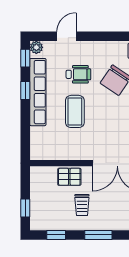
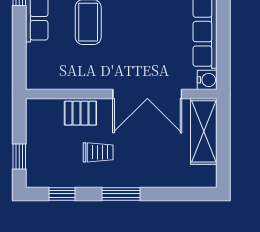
trolley: (82, 205) -> (98, 152), turned -90

